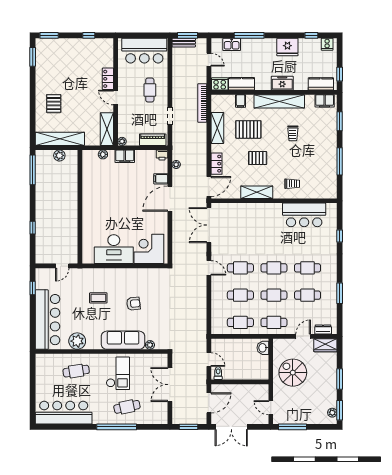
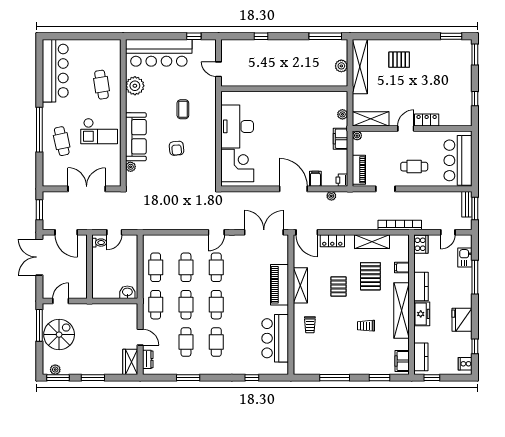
kitchen counter: (242, 84) -> (421, 287), moved
piano: (256, 211) -> (280, 285), added
spiral stairs: (293, 373) -> (59, 335), moved

